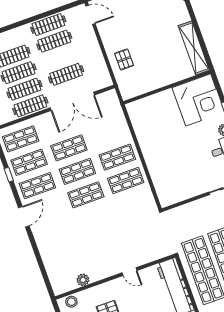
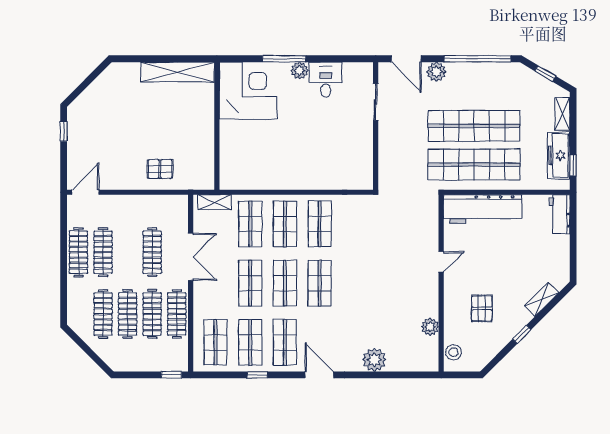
double door: (72, 101) -> (191, 257), width x0.73
shelving: (115, 104) -> (215, 202), added
shop shelf: (109, 134) -> (250, 224), added
plant: (47, 250) -> (374, 360), added

